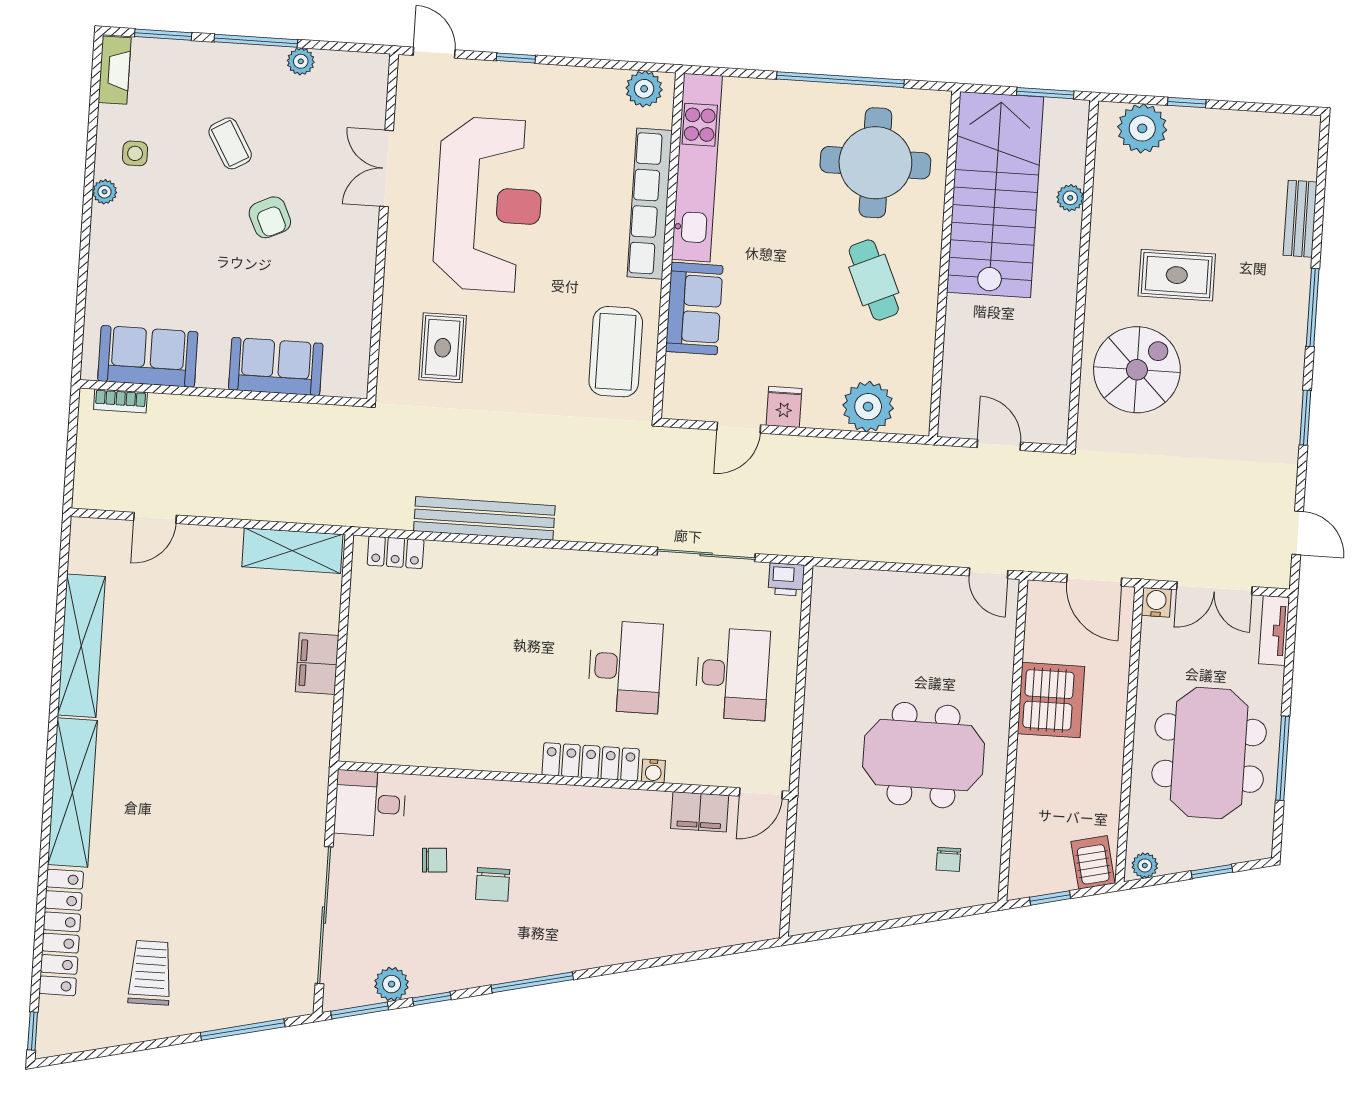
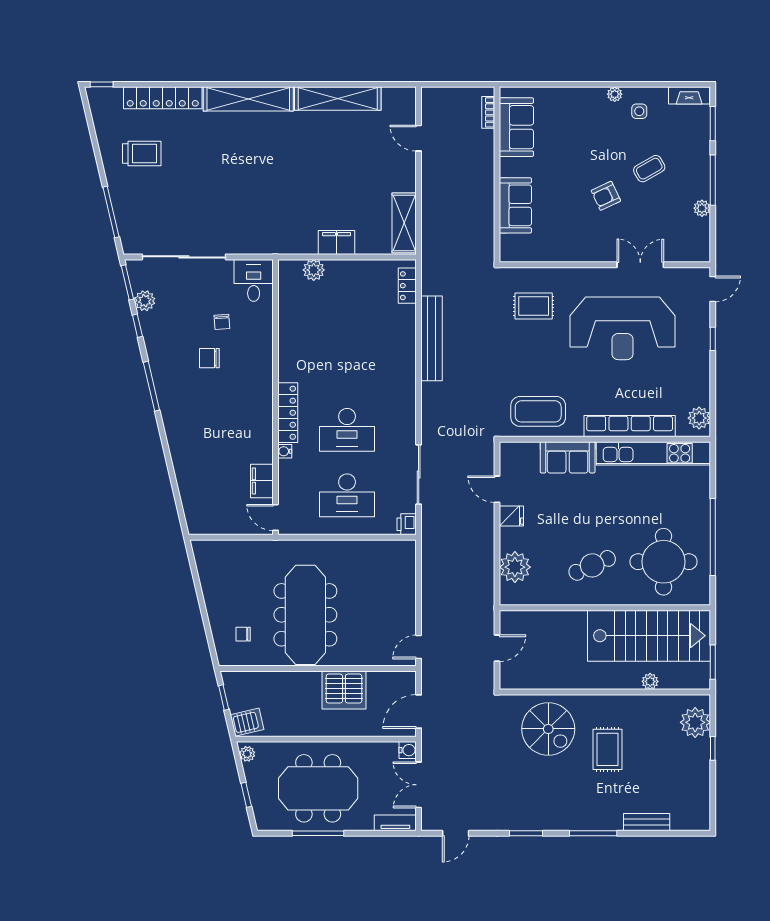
plant: (360, 704) -> (314, 270), added
meeting table: (924, 755) -> (305, 615), width x1.36

